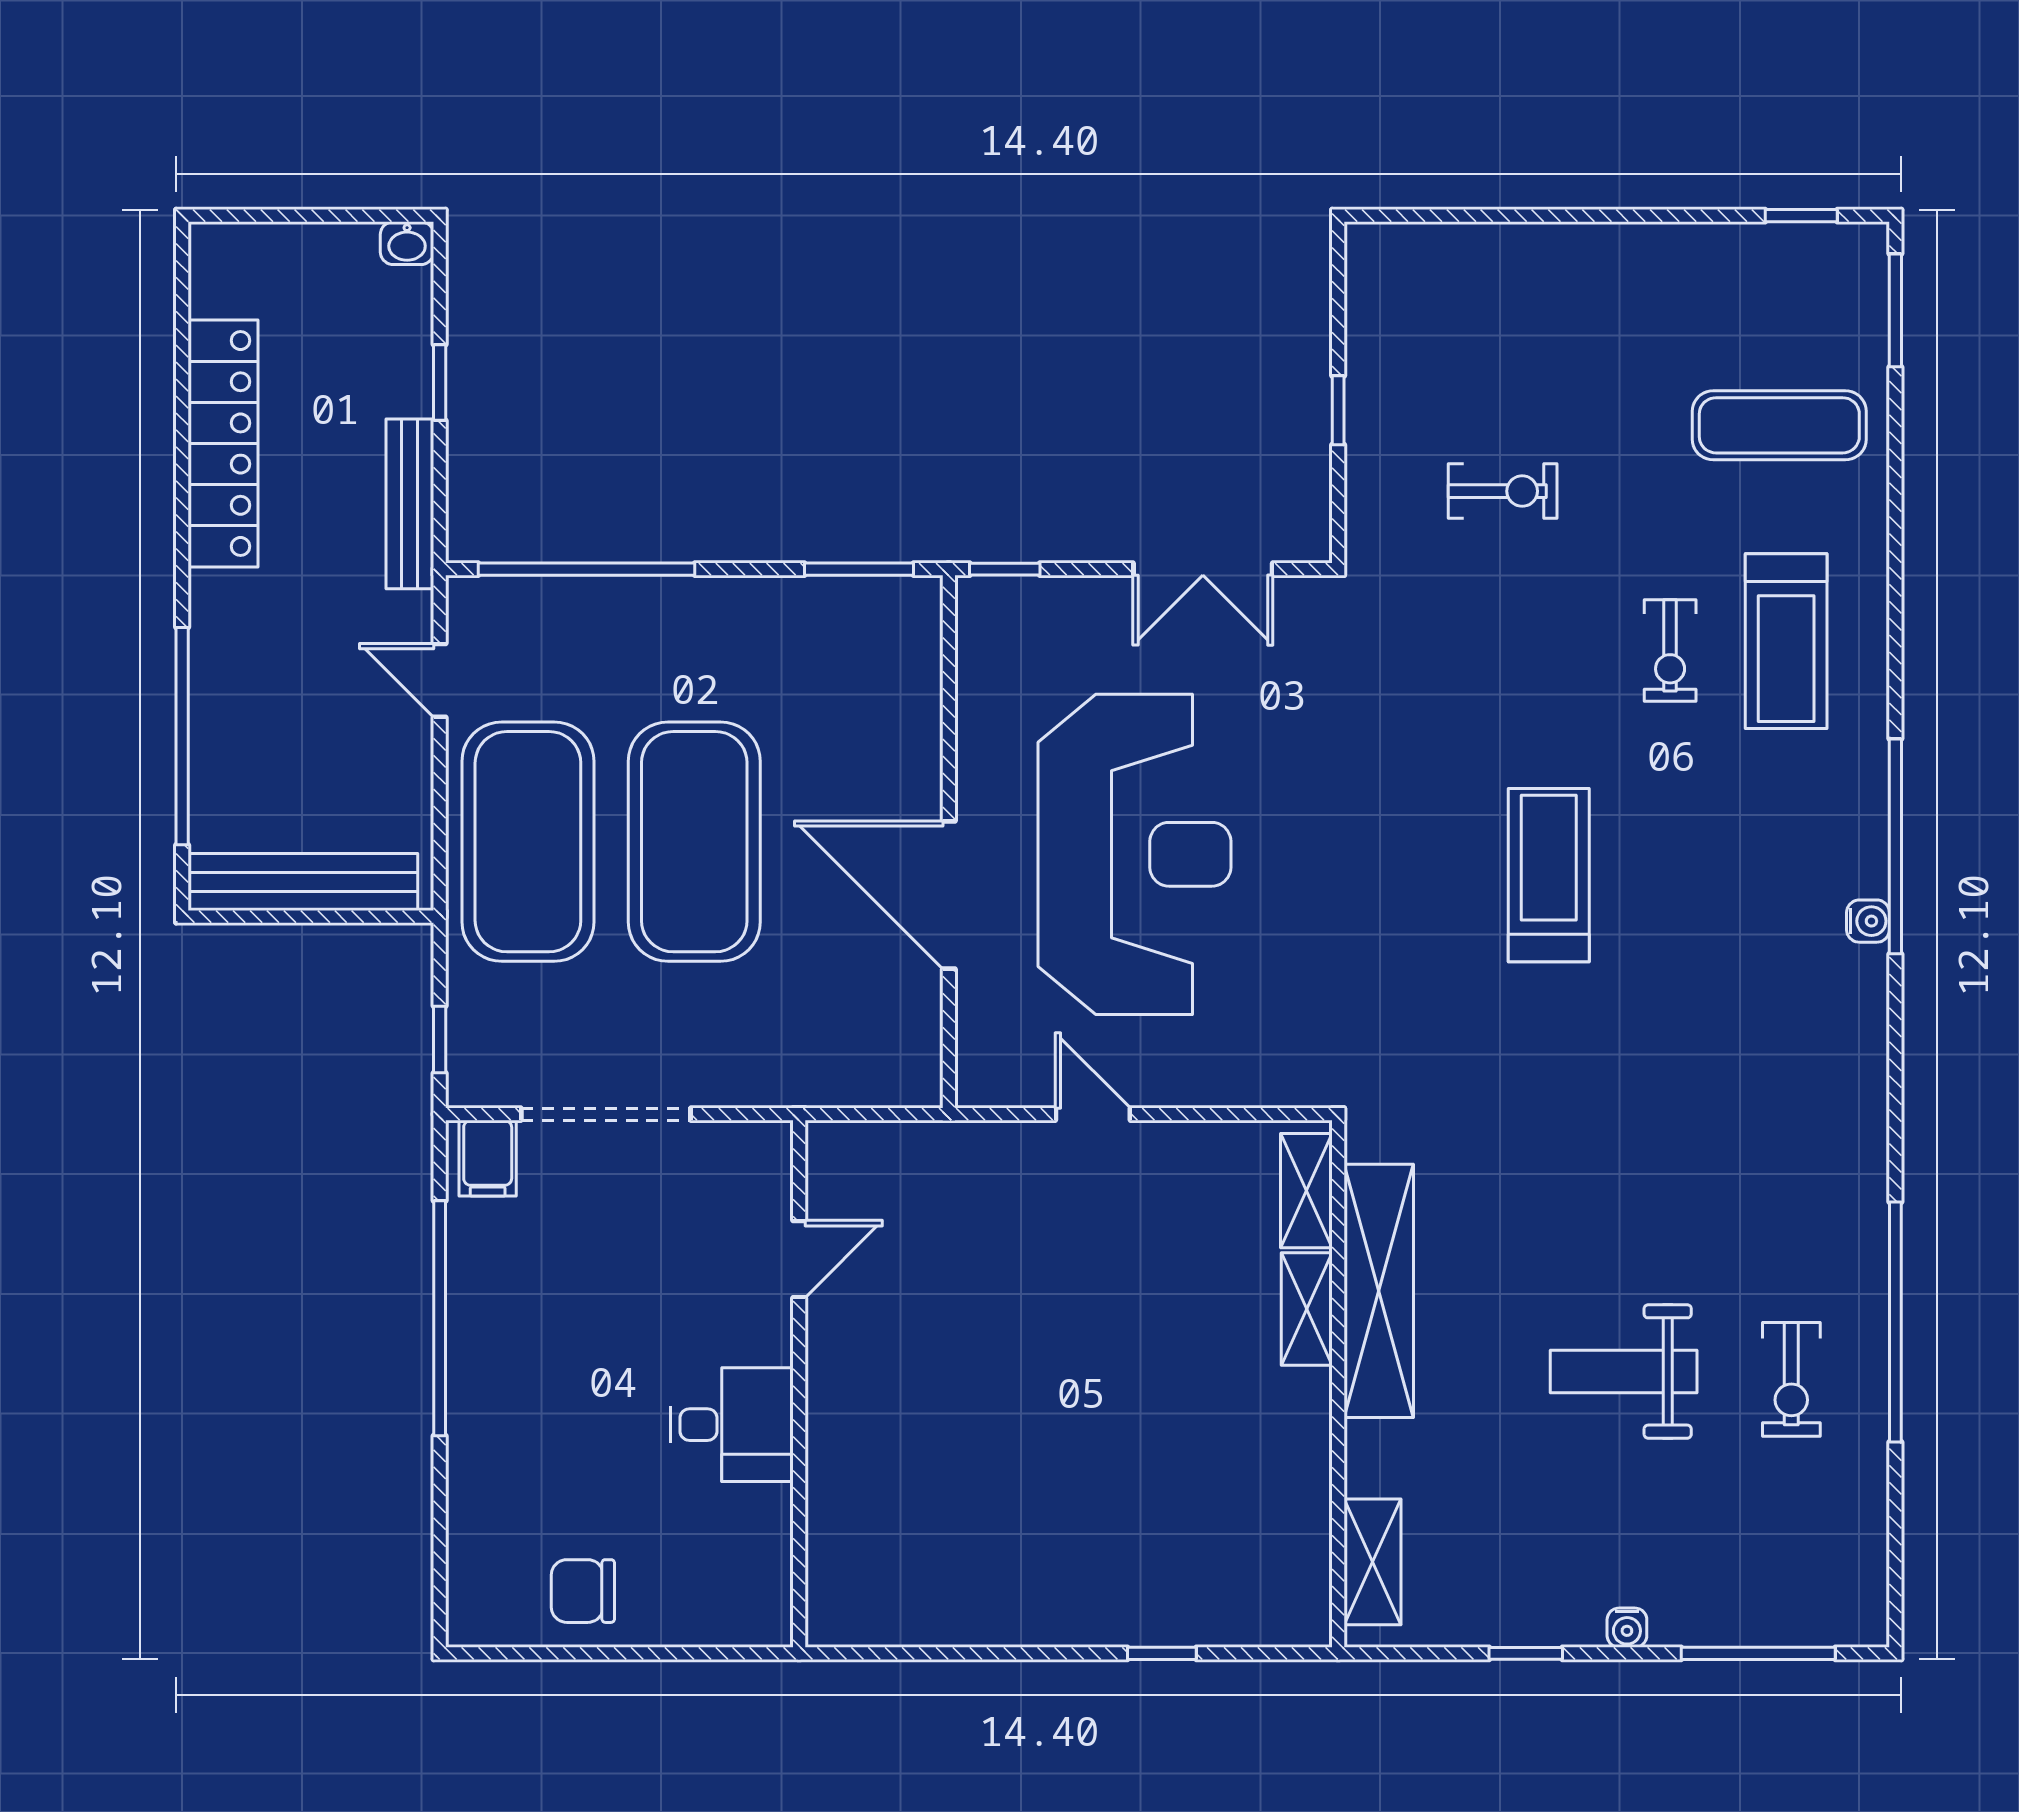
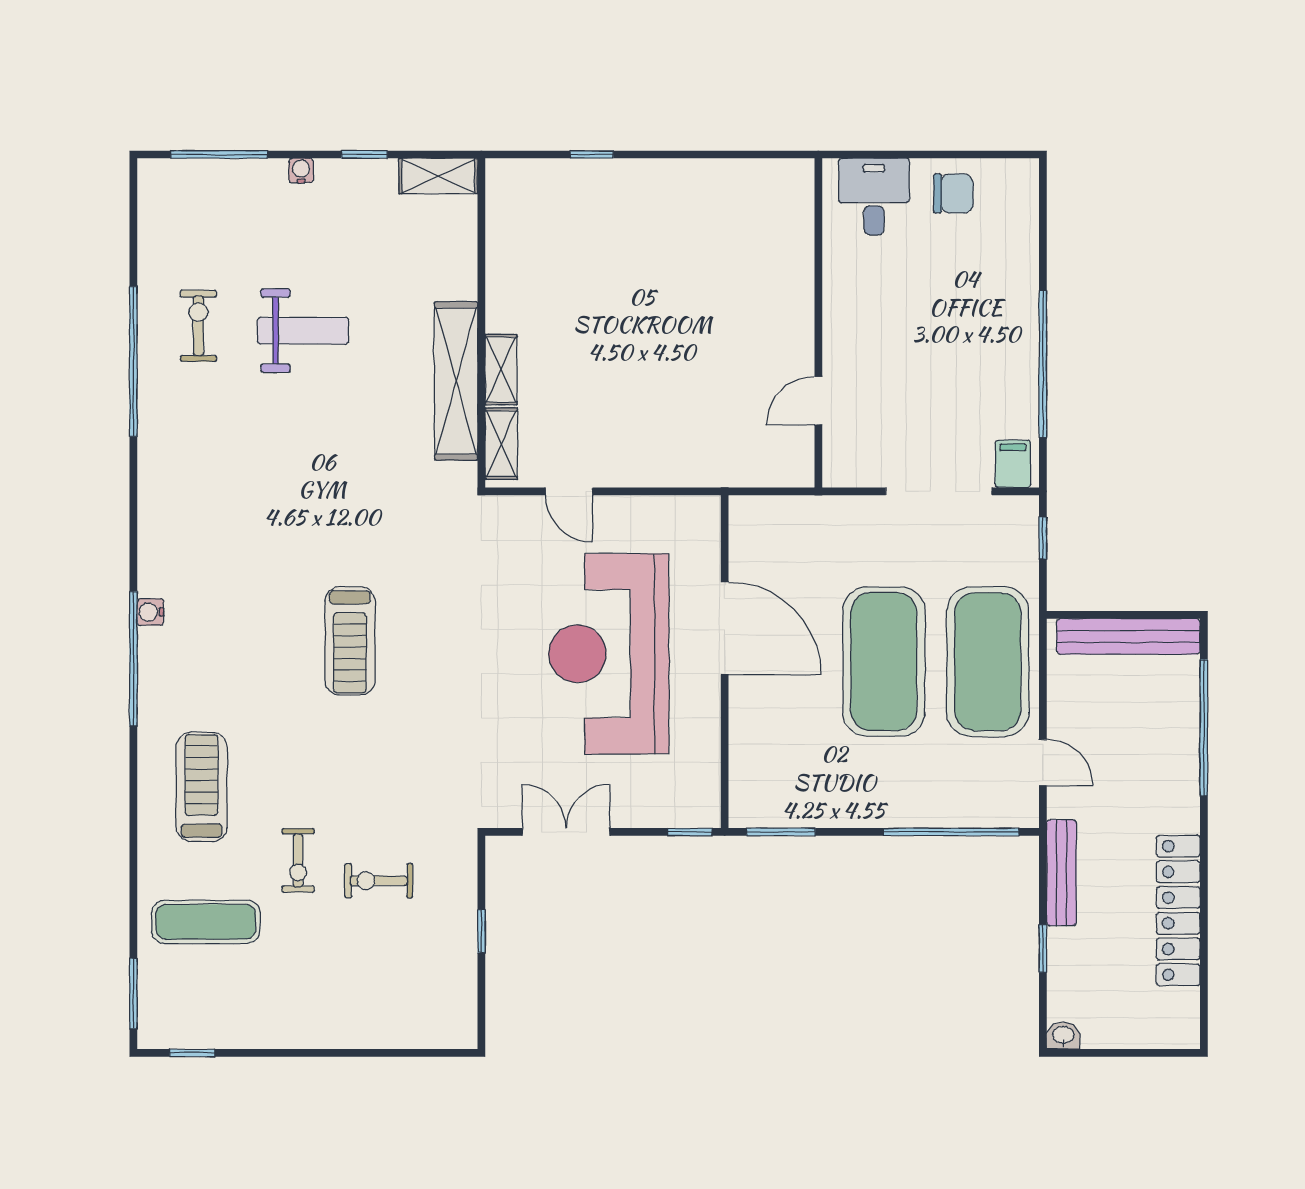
exercise bike: (1670, 650) -> (298, 860), moved, turned 180
door: (1093, 1114) -> (569, 491), moved
desk: (732, 1425) -> (874, 197), moved, turned 90
shelving: (1373, 1562) -> (438, 176), moved, turned 90

